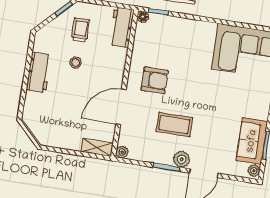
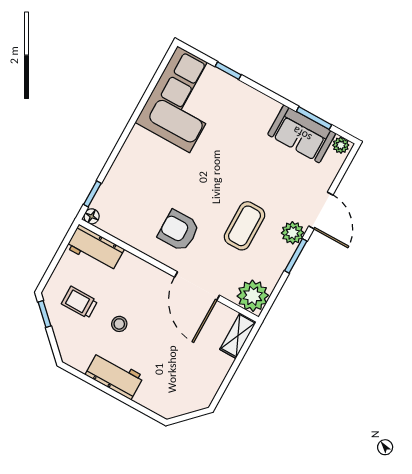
armchair: (155, 80) -> (179, 231), turned -90
plant: (122, 152) -> (253, 296), width x1.88, depth x1.88

